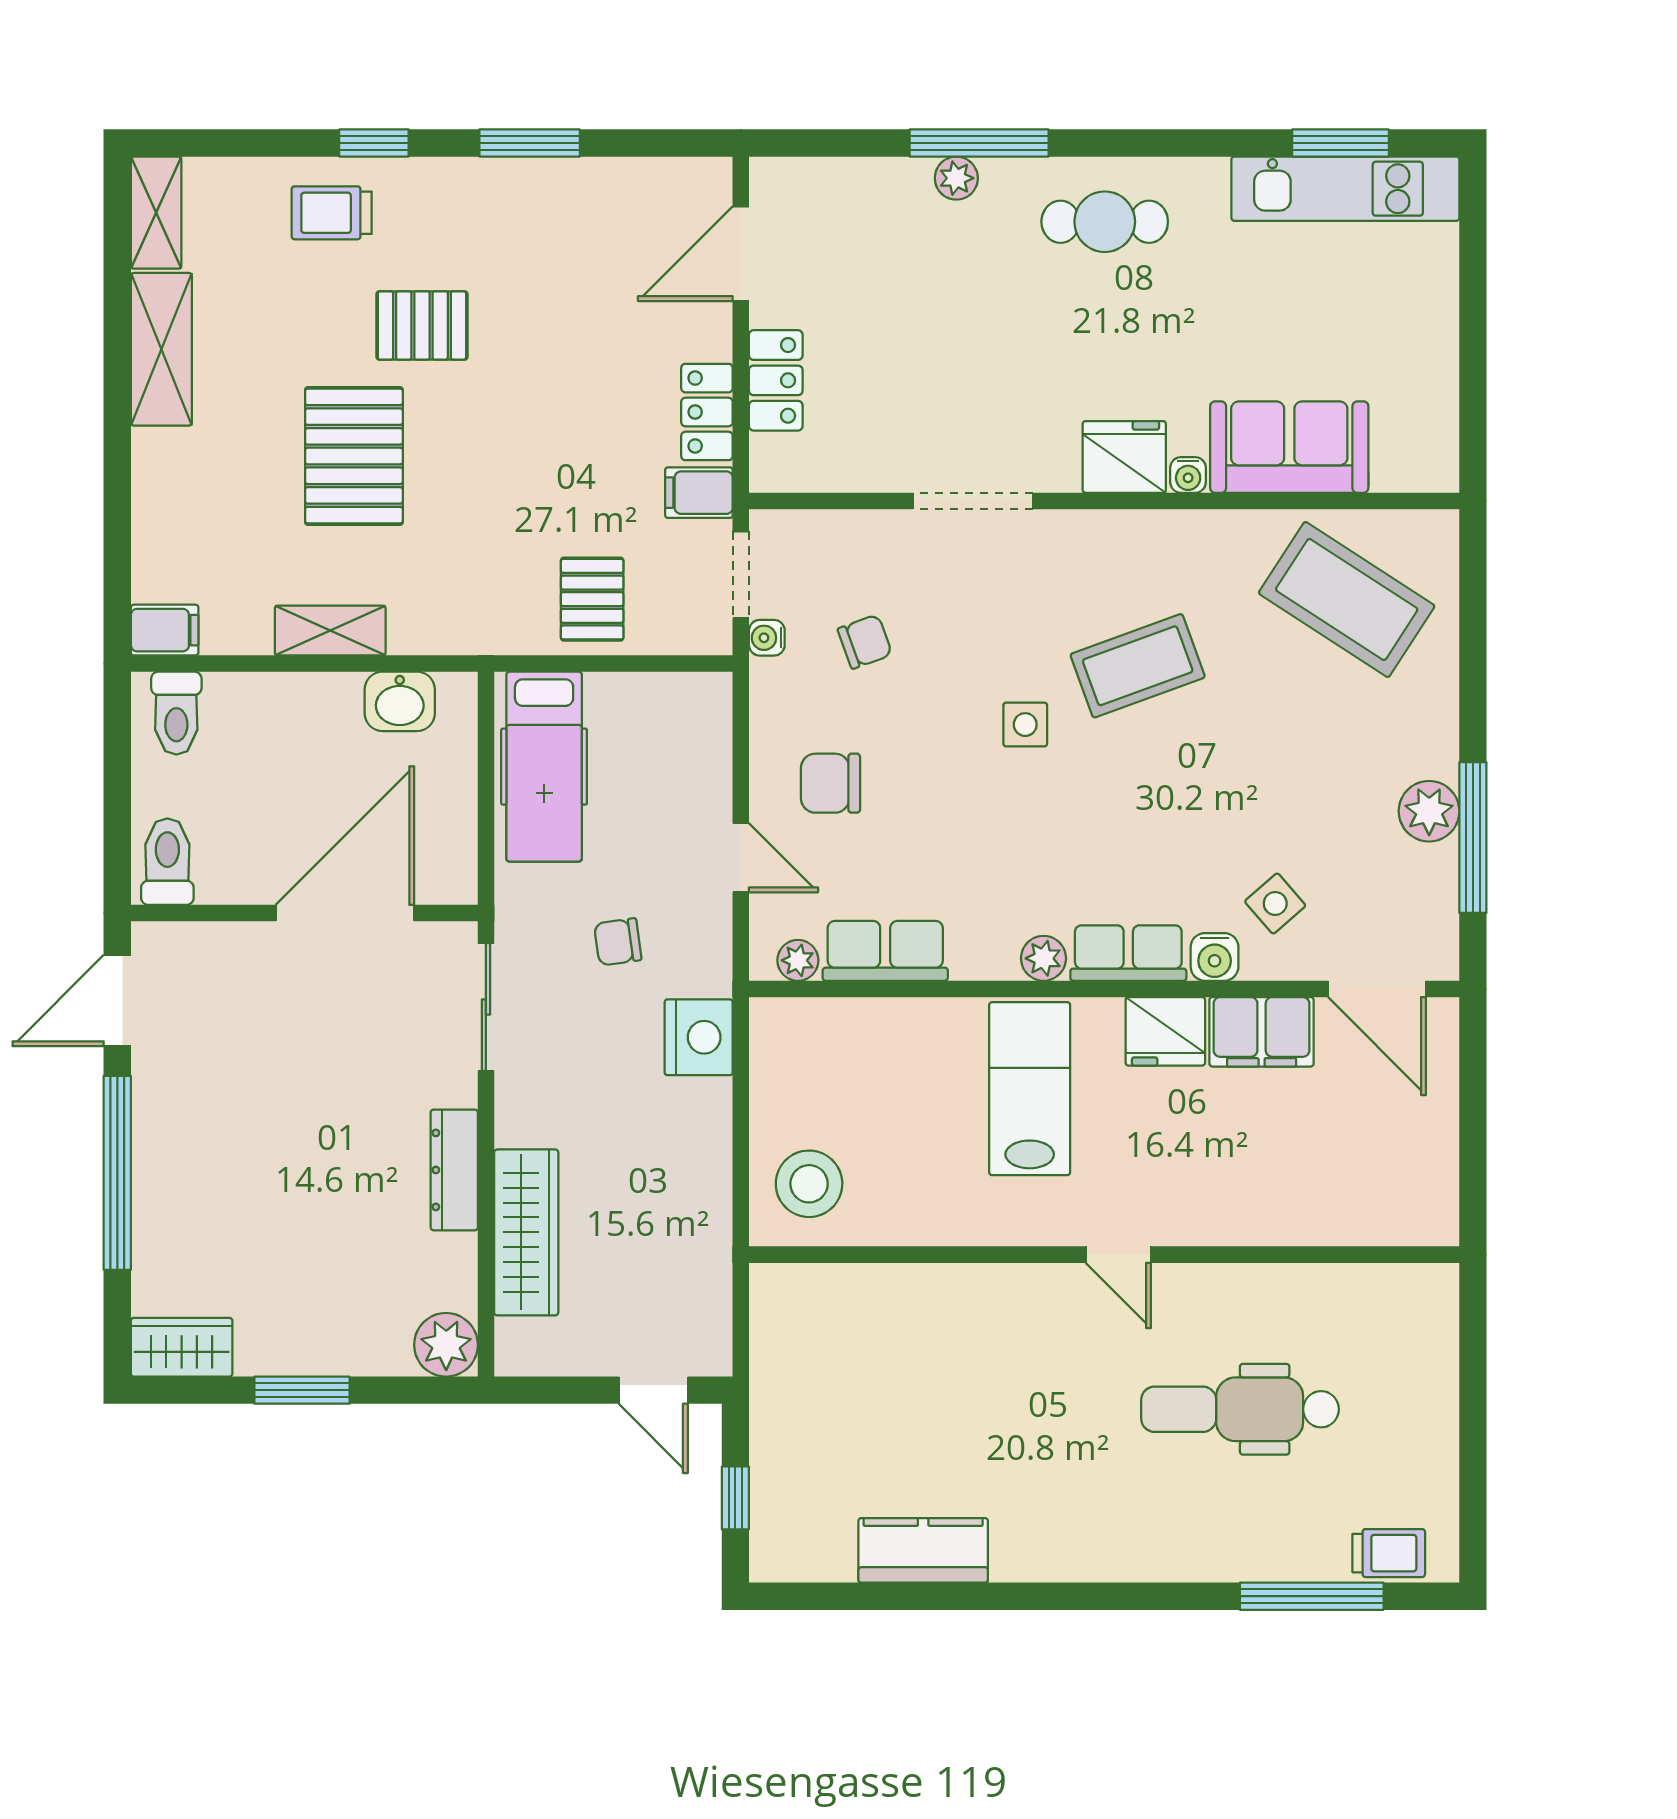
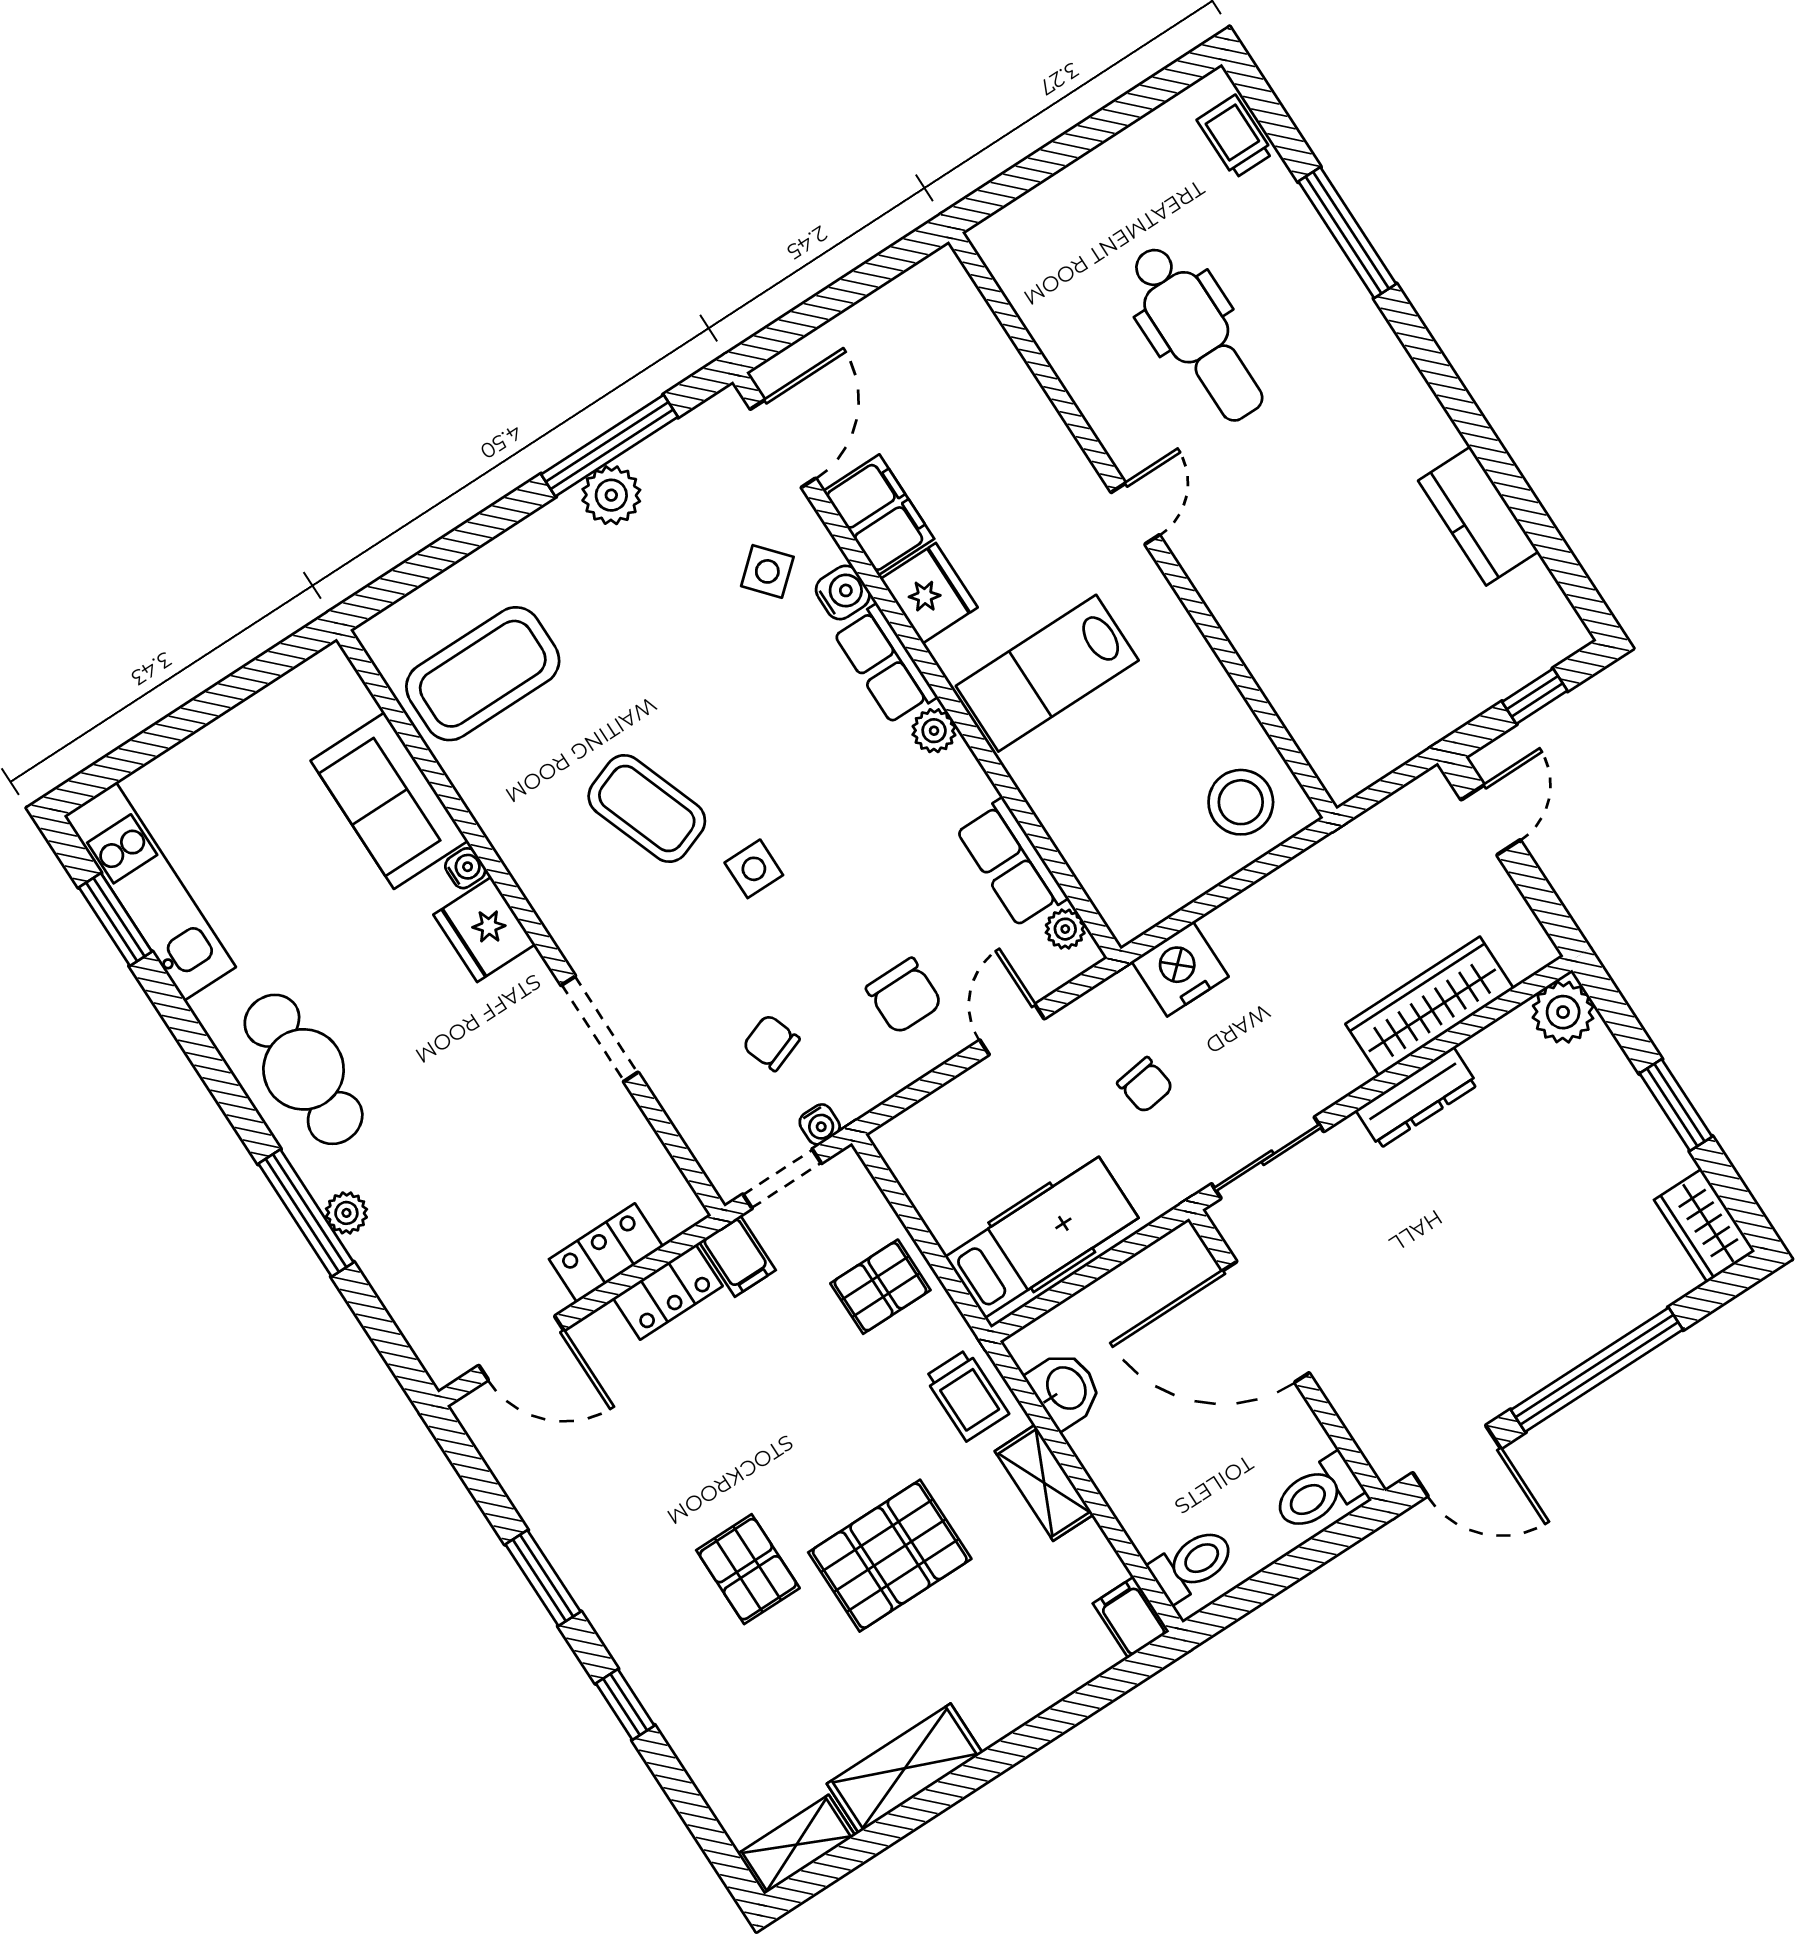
trolley: (332, 213) -> (967, 1395), moved
cafe table: (1105, 222) -> (304, 1069), width x1.37, depth x1.35
coffee table: (1347, 599) -> (483, 674), turned 57
window: (1312, 1596) -> (1347, 233), moved

